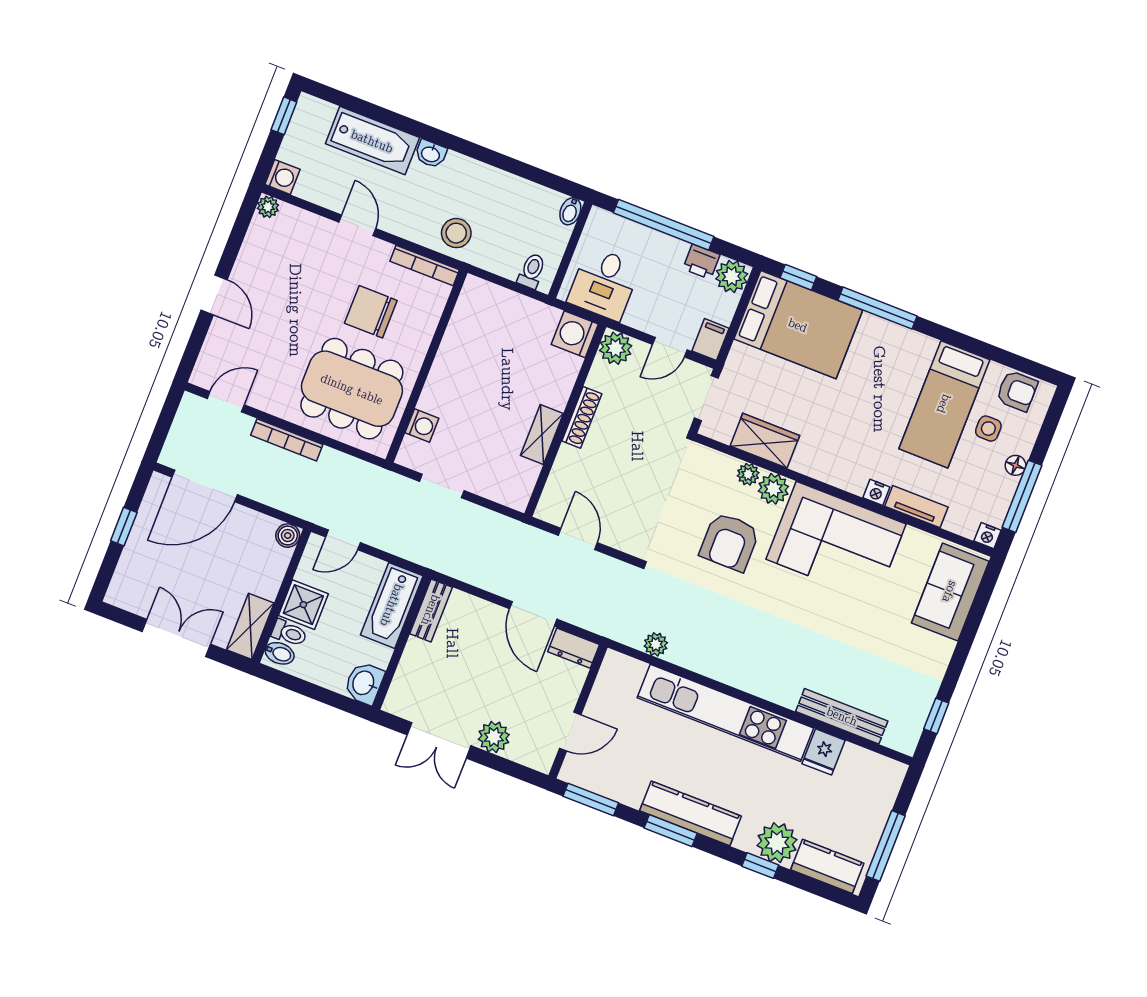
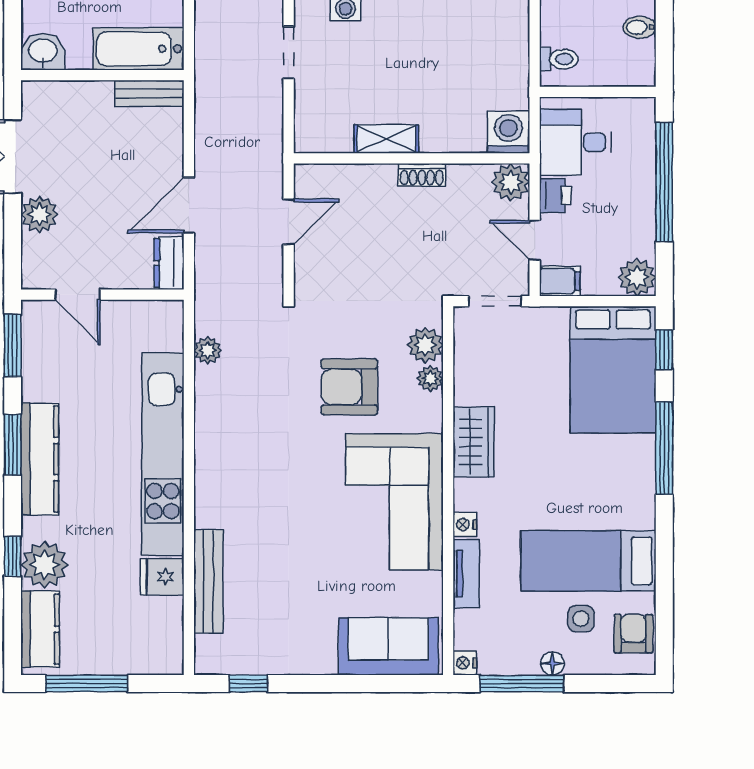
bidet: (570, 211) -> (639, 27), moved
printer: (701, 262) -> (555, 195), moved, turned 180
armchair: (1017, 391) -> (633, 634), turned 180
shoe rack: (582, 417) -> (422, 175), width x0.70
wardrobe: (765, 441) -> (474, 442), moved
plant: (773, 489) -> (425, 345), moved

